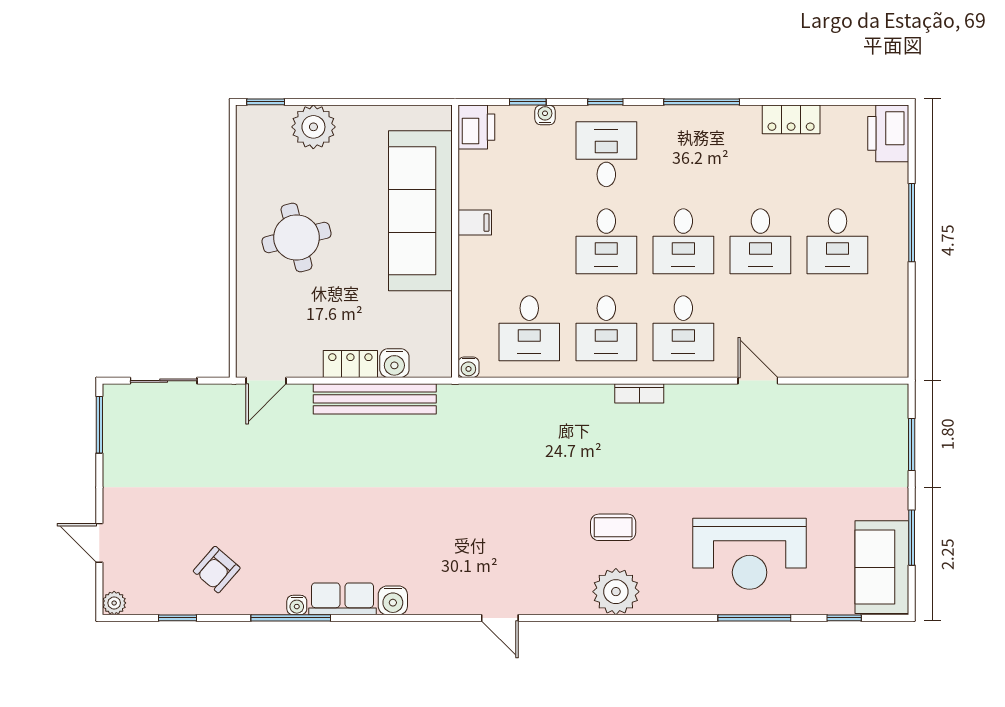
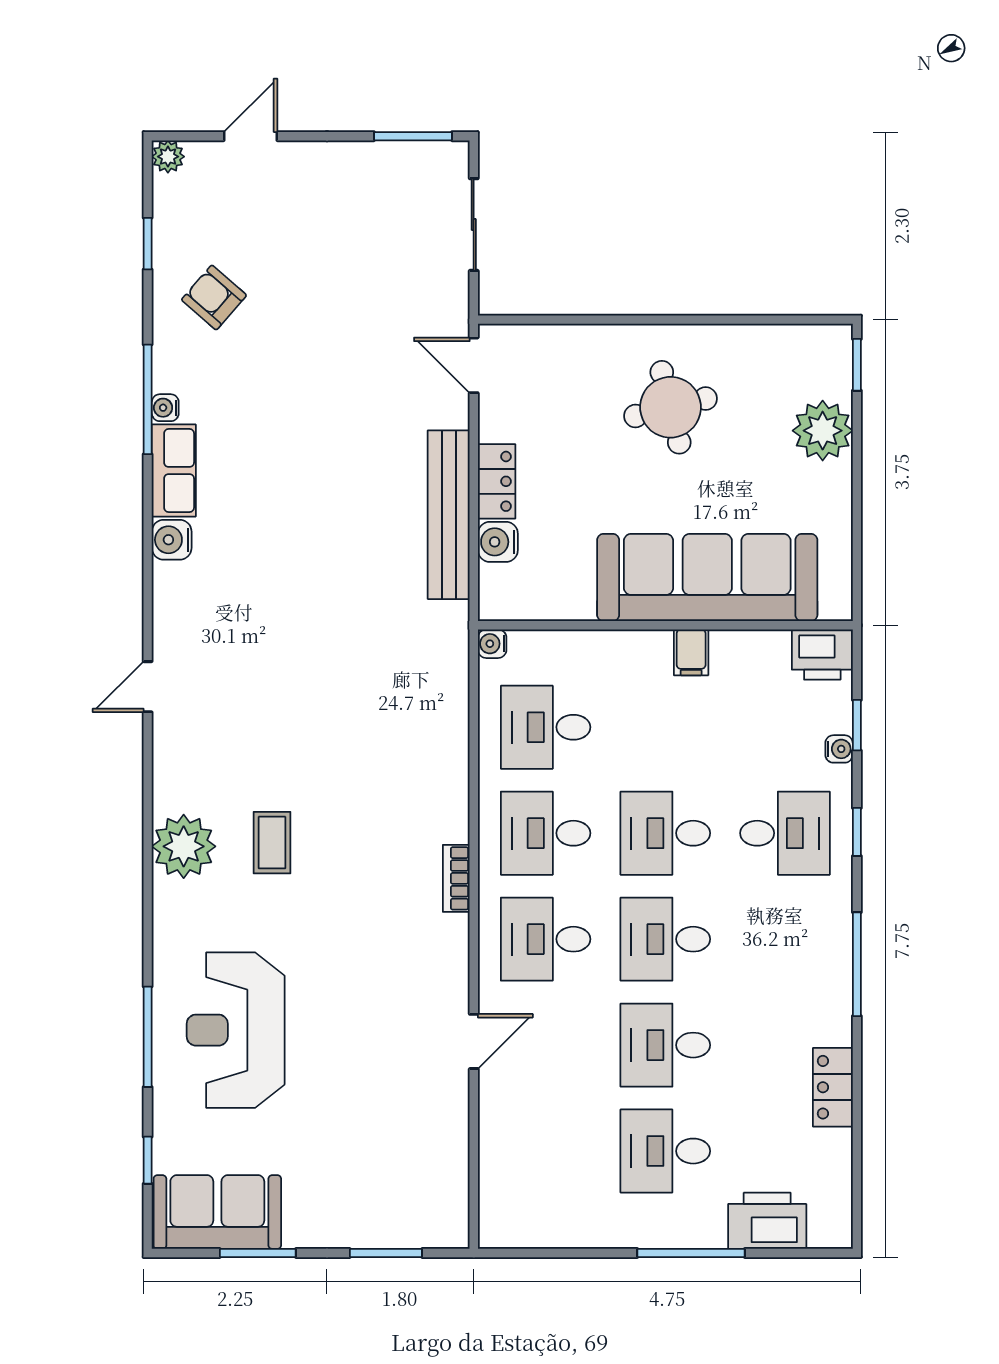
printer: (888, 133) -> (767, 1221), moved

